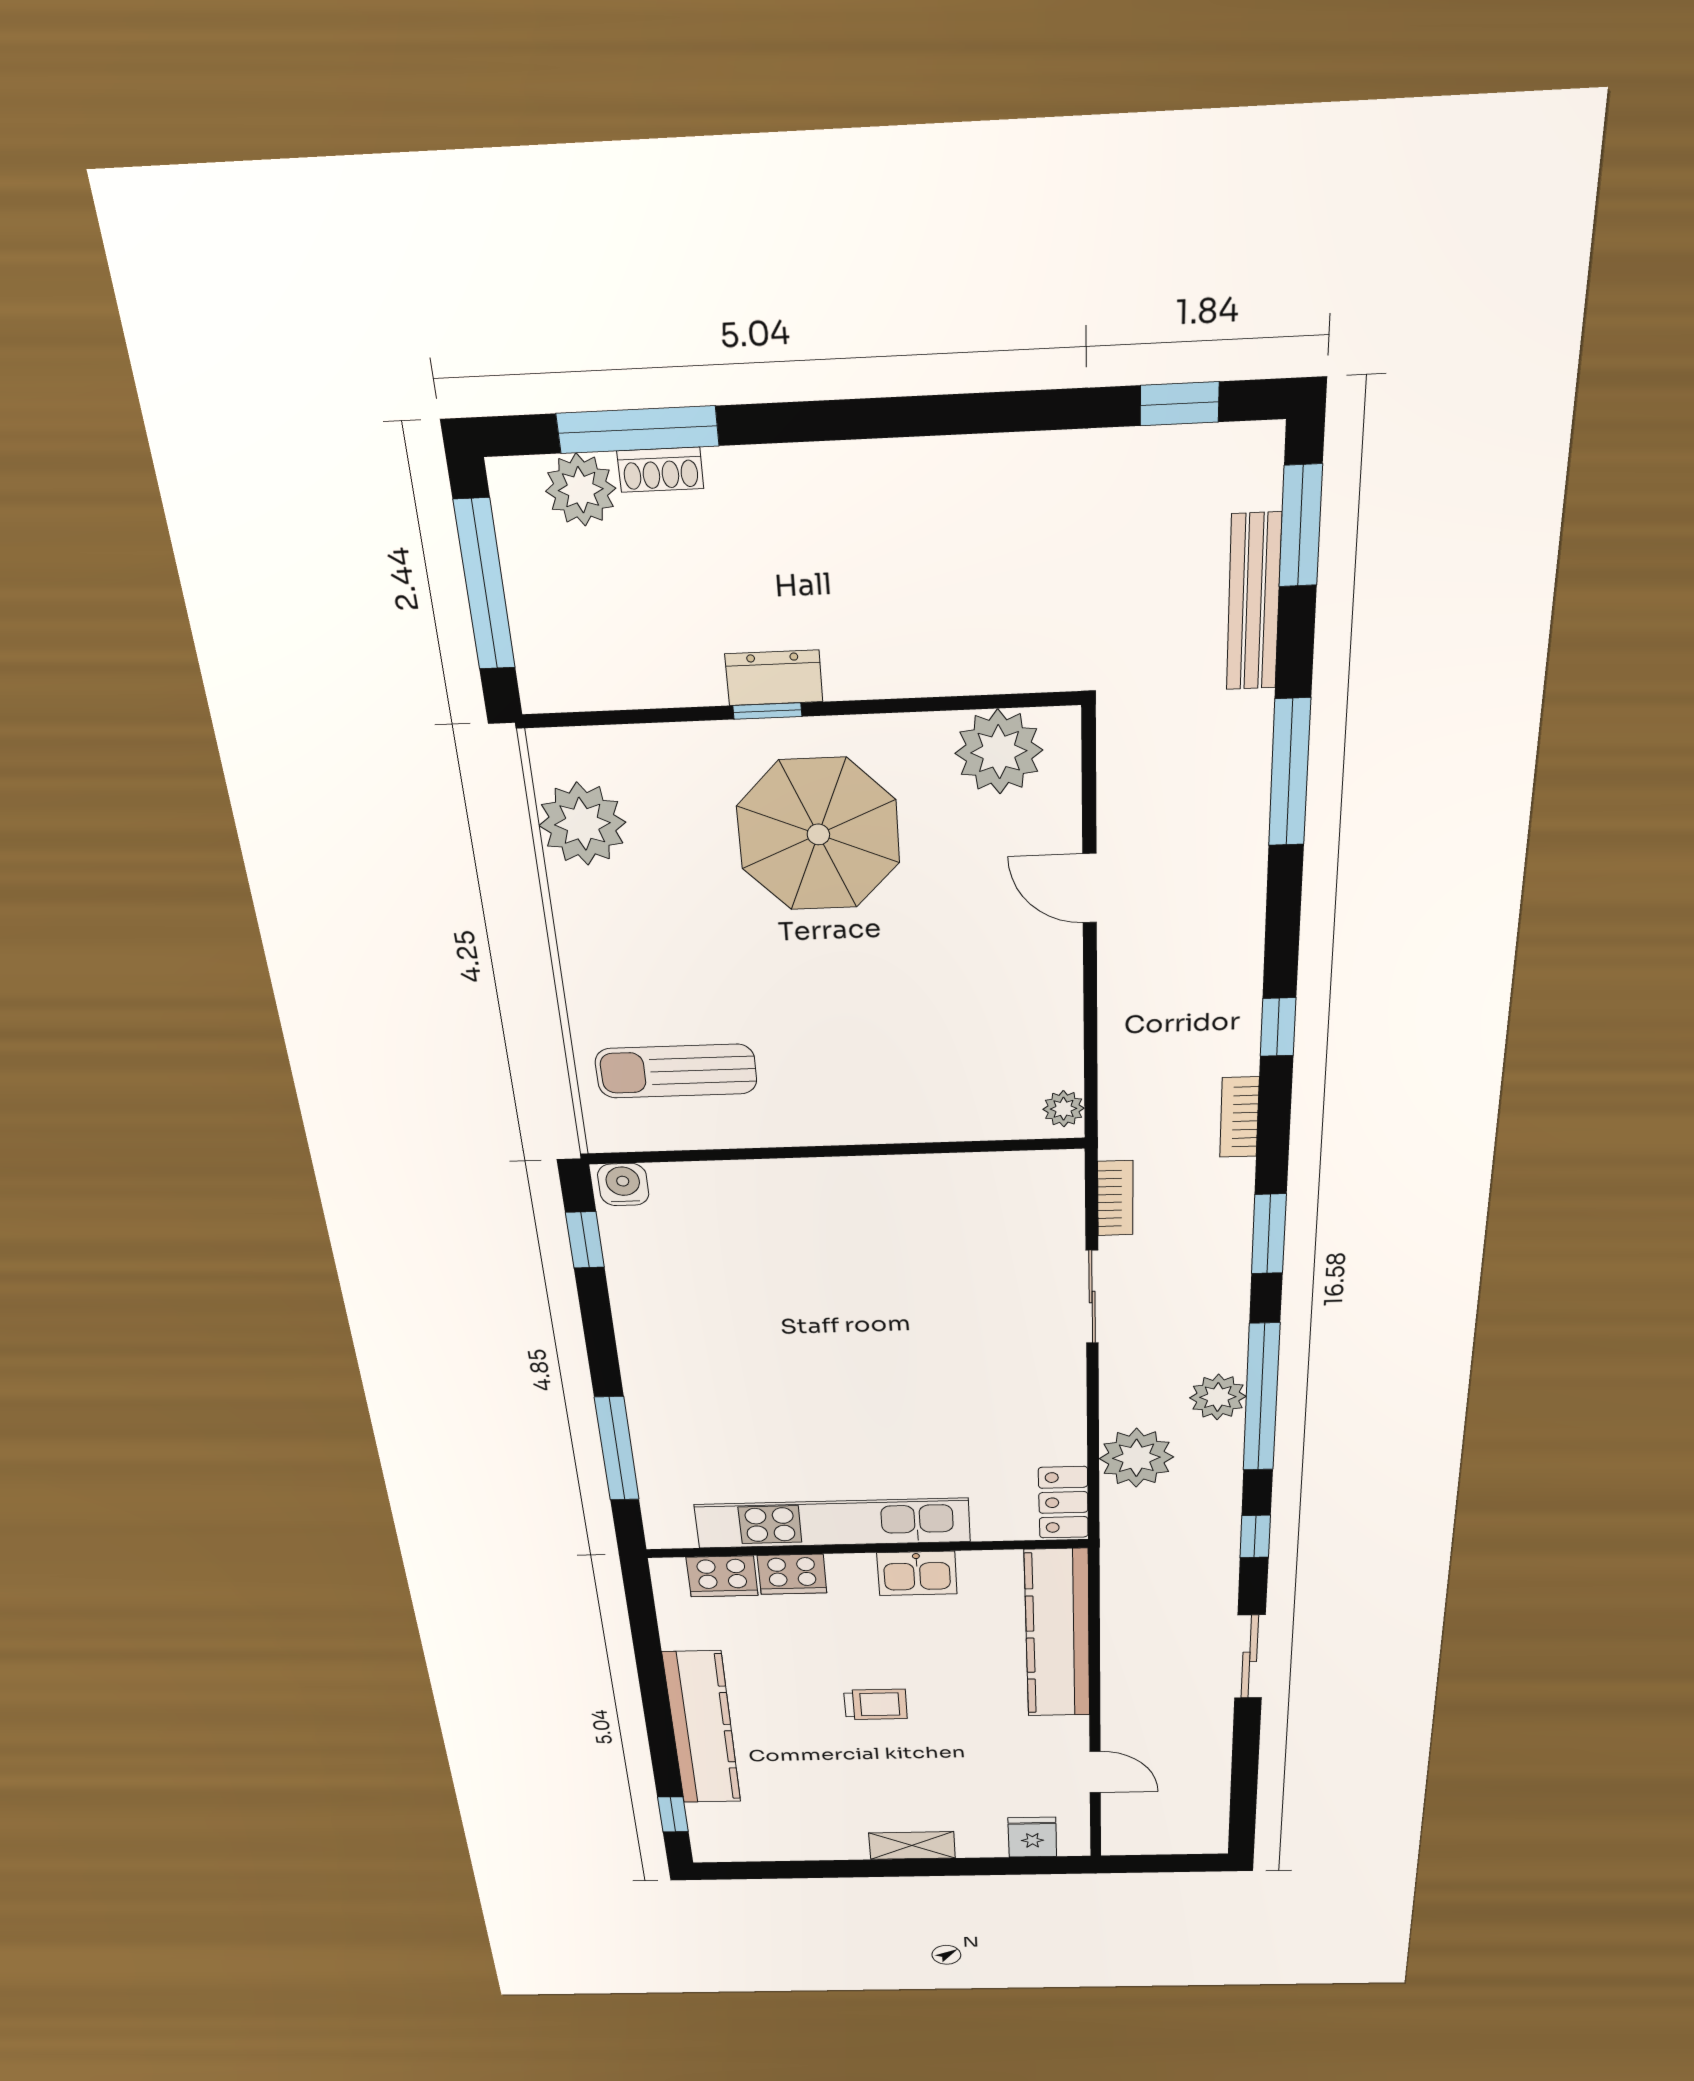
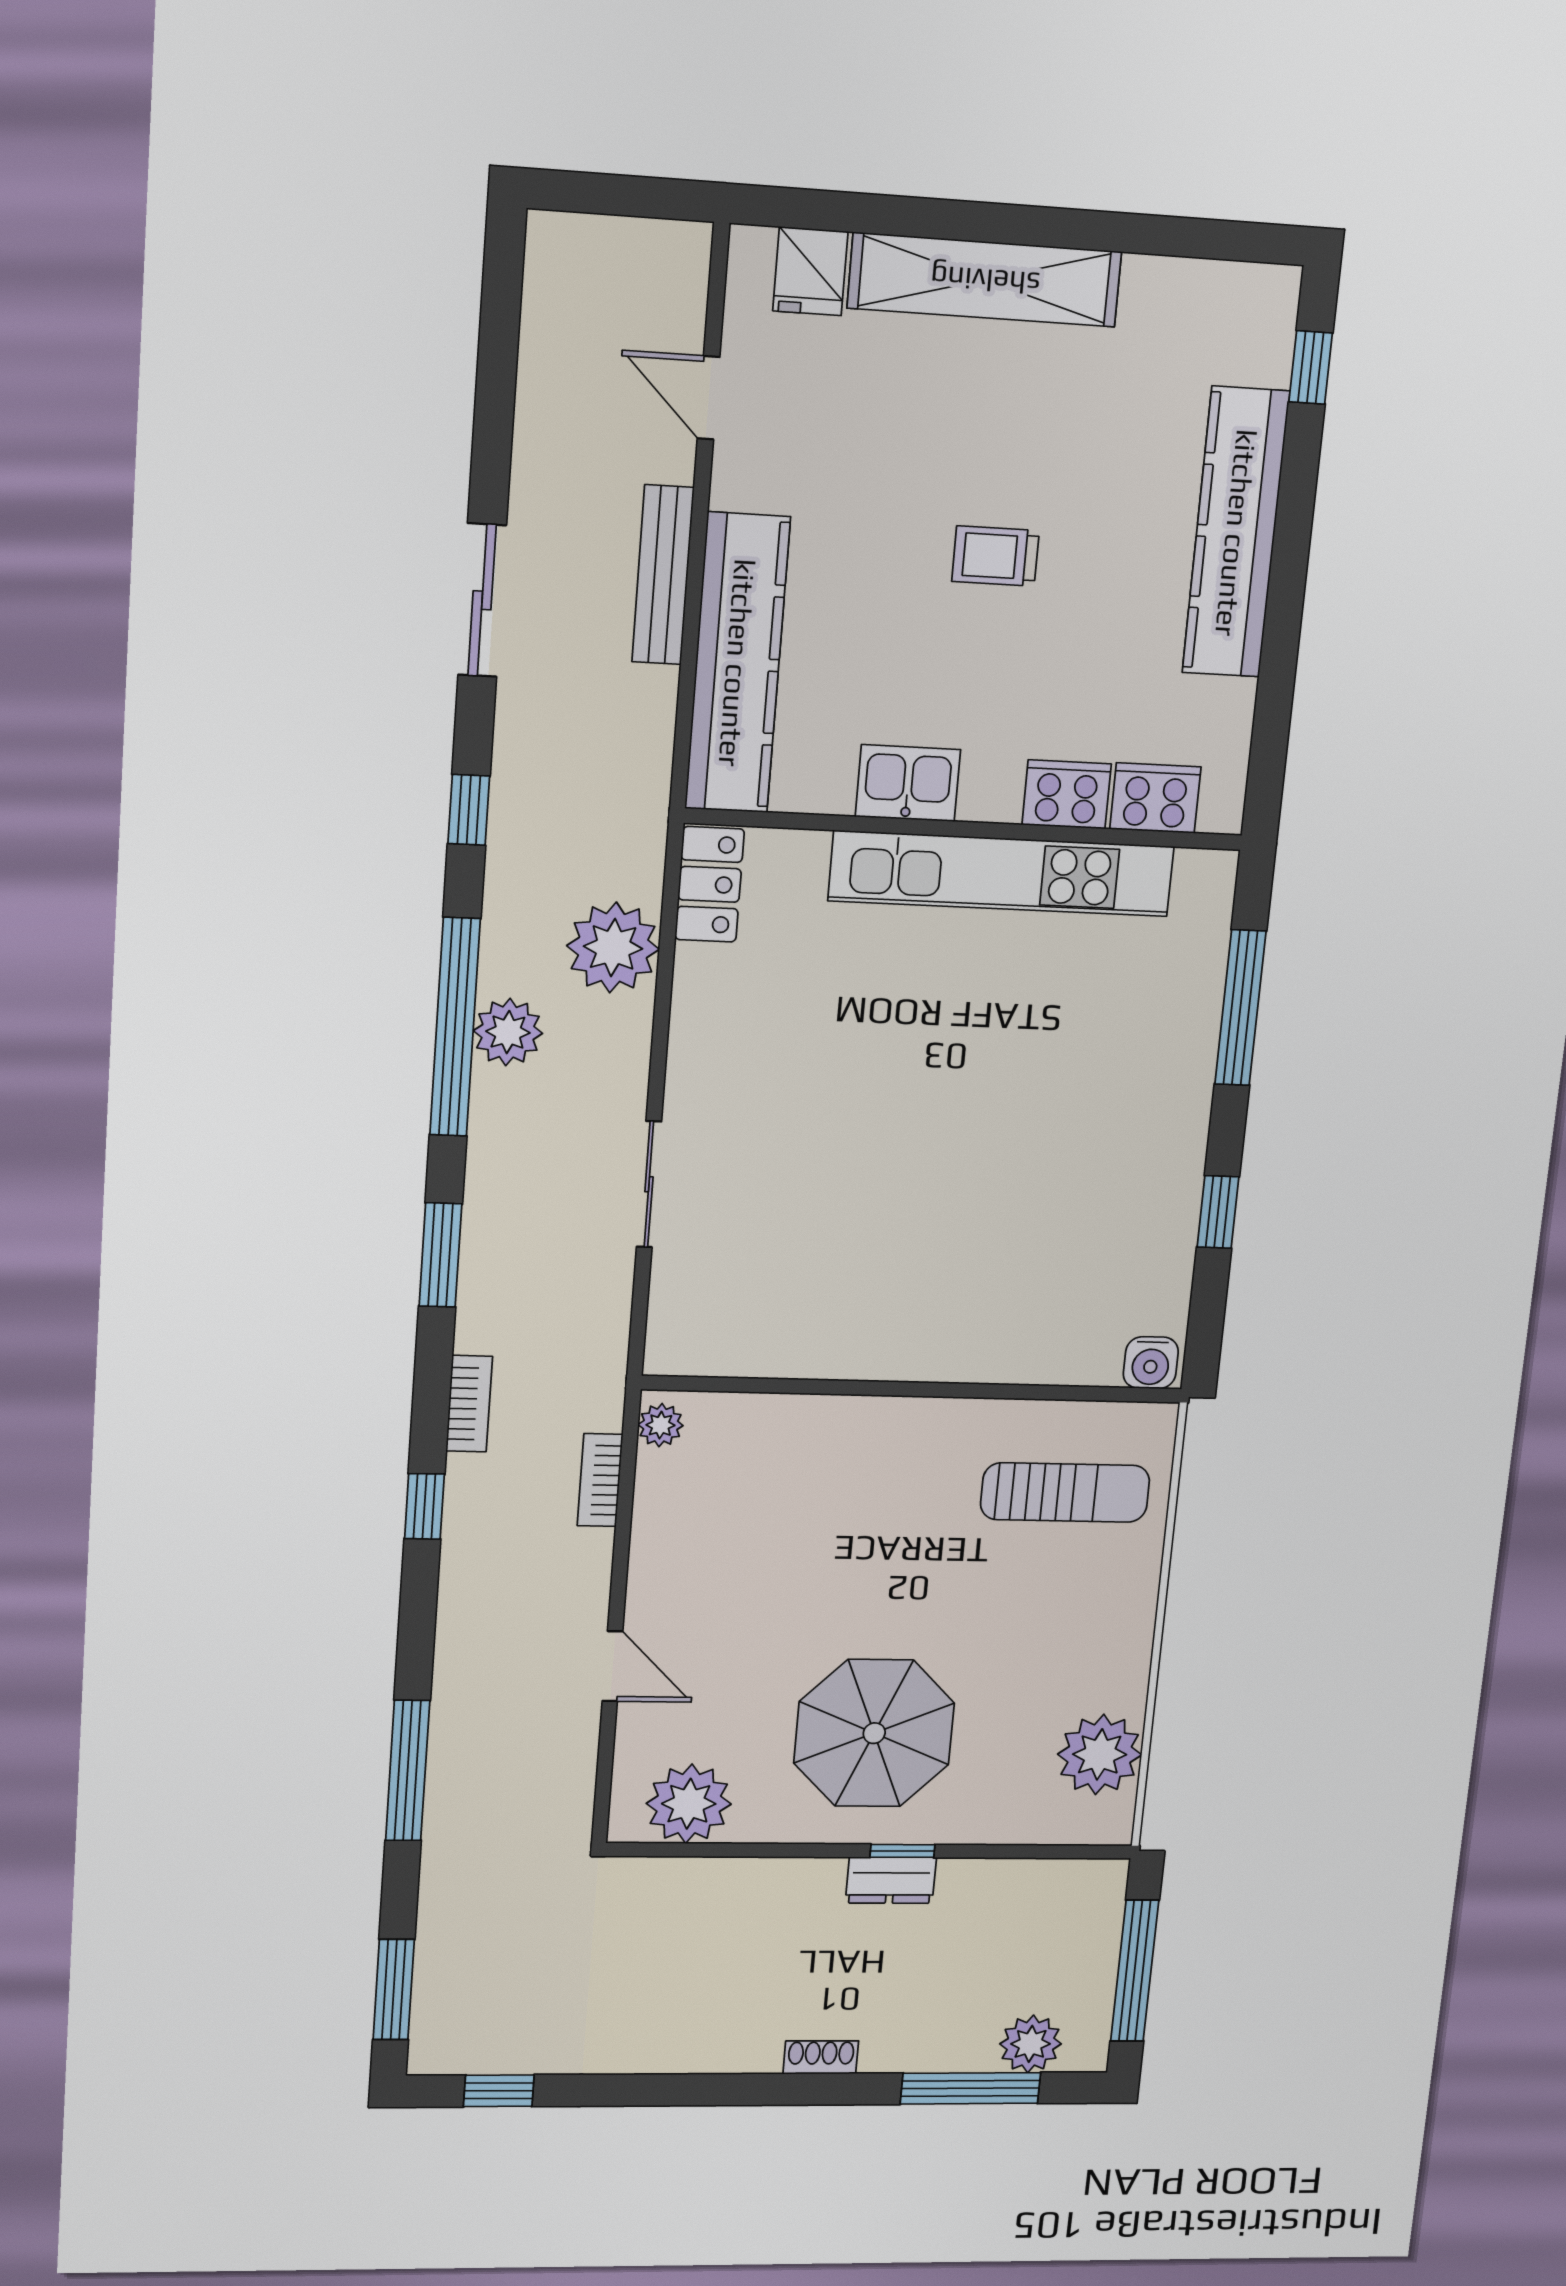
shoe rack: (660, 470) -> (821, 2057), moved
bench: (1254, 602) -> (663, 575), moved
bookcase: (1115, 1198) -> (600, 1480), moved
window: (585, 1240) -> (1218, 1212), moved
shelving: (912, 1846) -> (985, 280), width x2.20, depth x1.33

